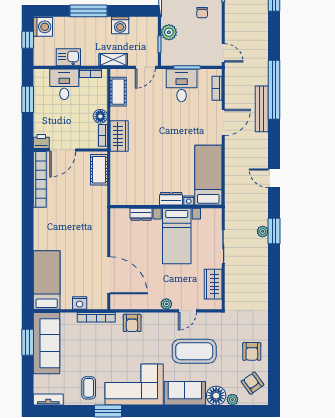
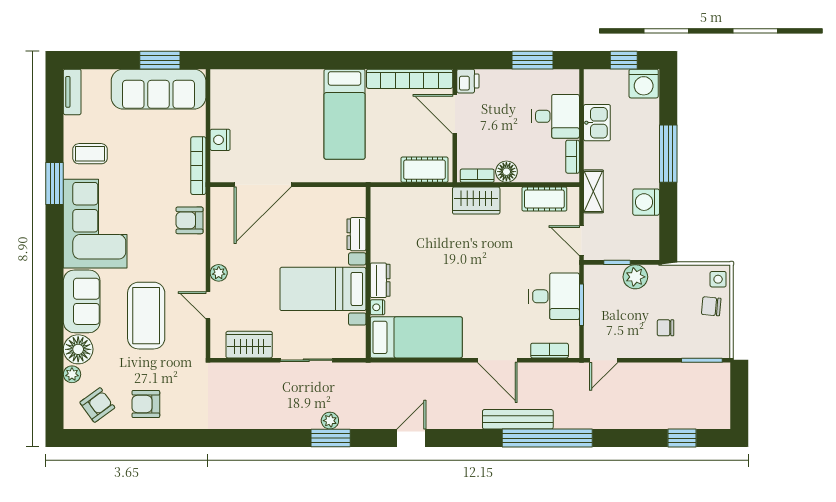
bed: (47, 280) -> (345, 114), moved, turned 90

